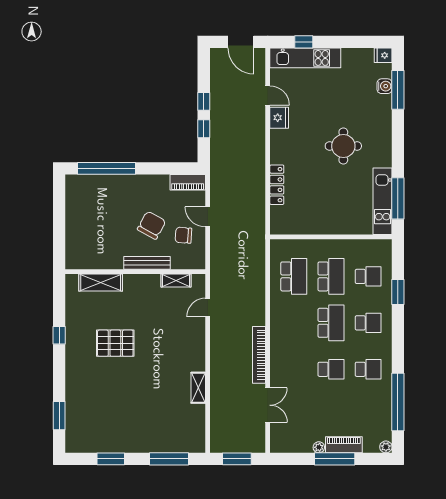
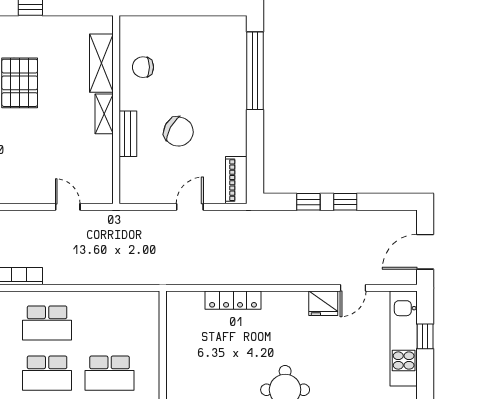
chair: (183, 235) -> (143, 67), moved, turned -94
bench: (147, 263) -> (128, 134), width x0.73
school desk: (294, 276) -> (47, 323), moved
shelving: (176, 280) -> (104, 114), moved

